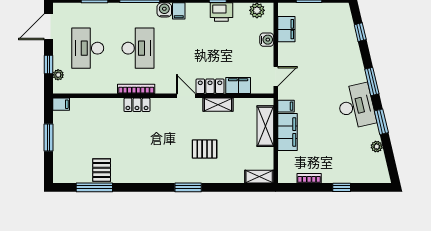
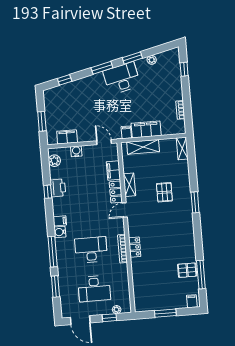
filing cabinet: (61, 104) -> (192, 301), moved
window: (342, 187) -> (184, 69), moved

